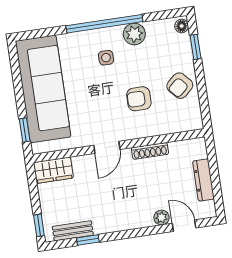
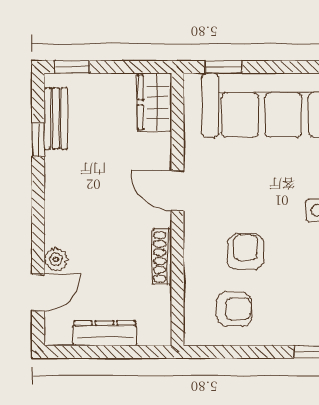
armchair: (180, 86) -> (234, 309), moved, turned 132

